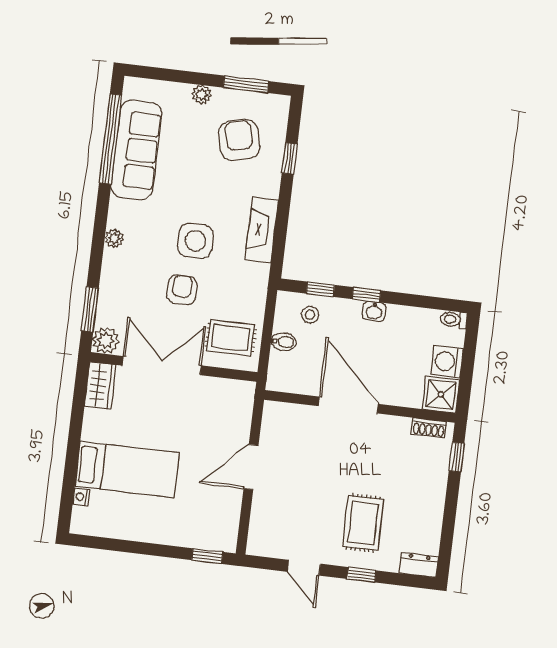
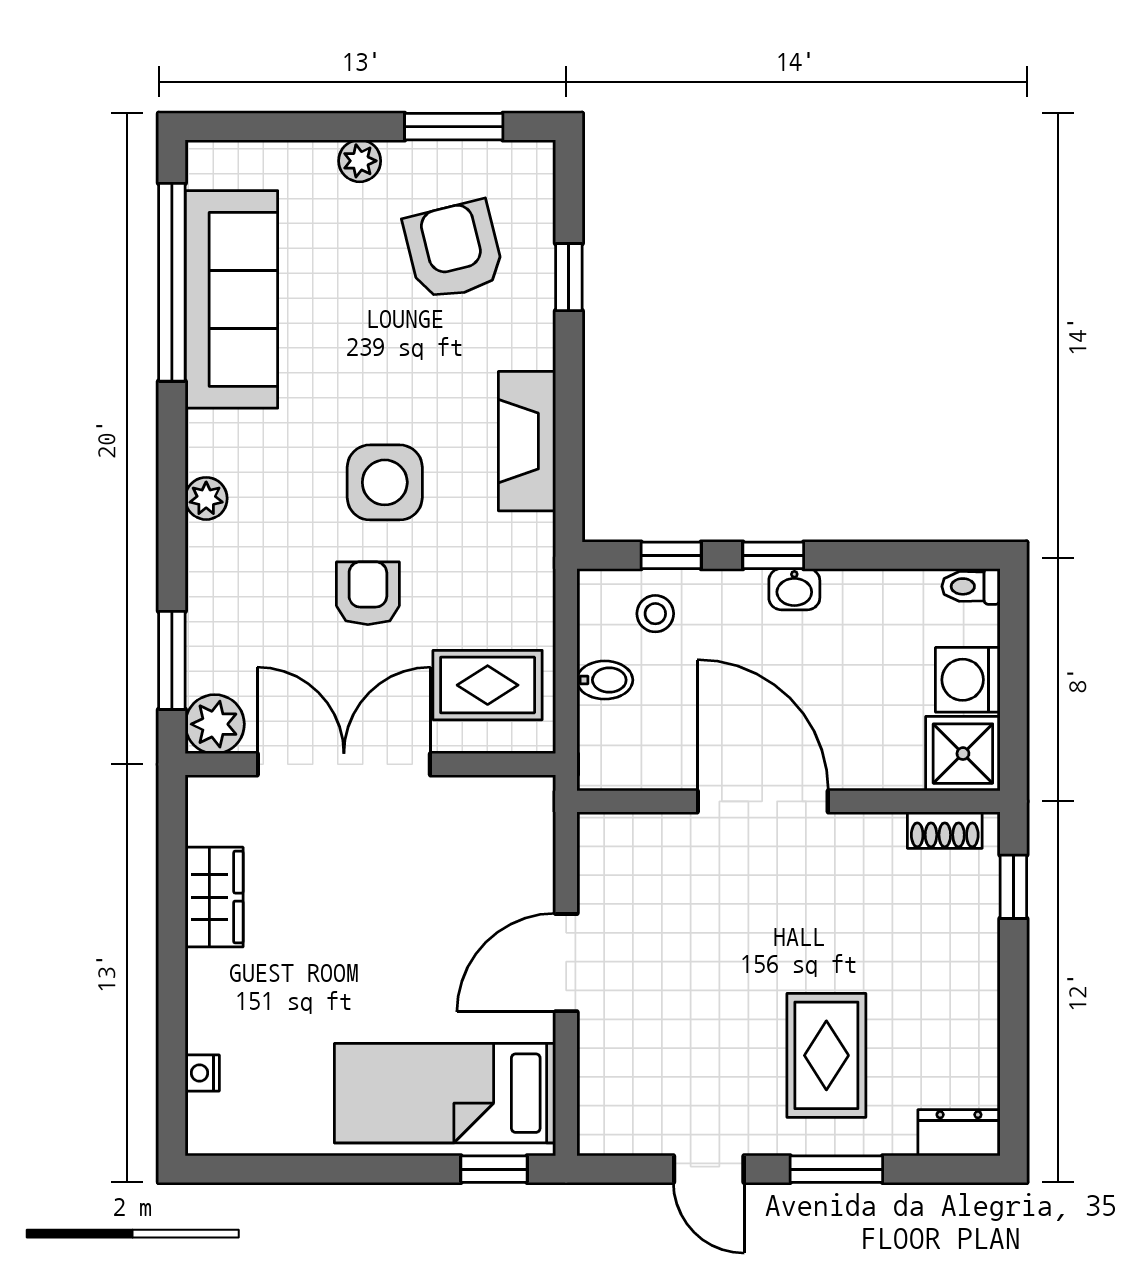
wardrobe: (100, 386) -> (214, 897), moved
bed: (127, 469) -> (445, 1093), moved, turned 180
window: (361, 575) -> (836, 1169), width x1.50

